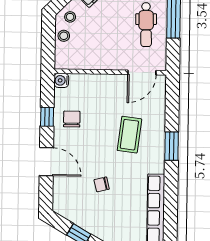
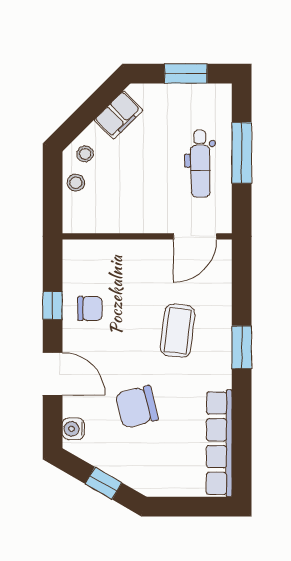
water cooler: (61, 80) -> (73, 429), moved
chair: (72, 119) -> (90, 309), turned 90
chair: (102, 184) -> (137, 407), width x1.87, depth x1.87

